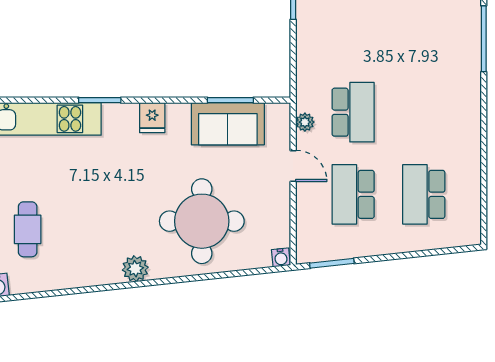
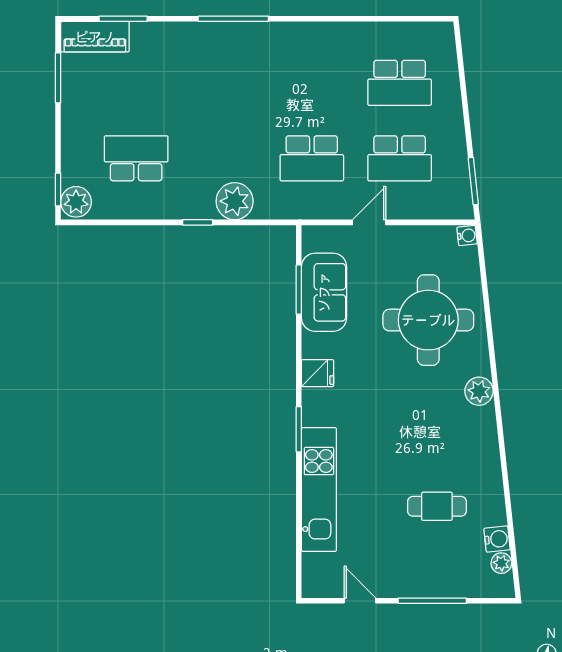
school desk: (353, 112) -> (312, 158), turned 180
plant: (305, 122) -> (235, 201), moved, width x1.87, depth x1.87

